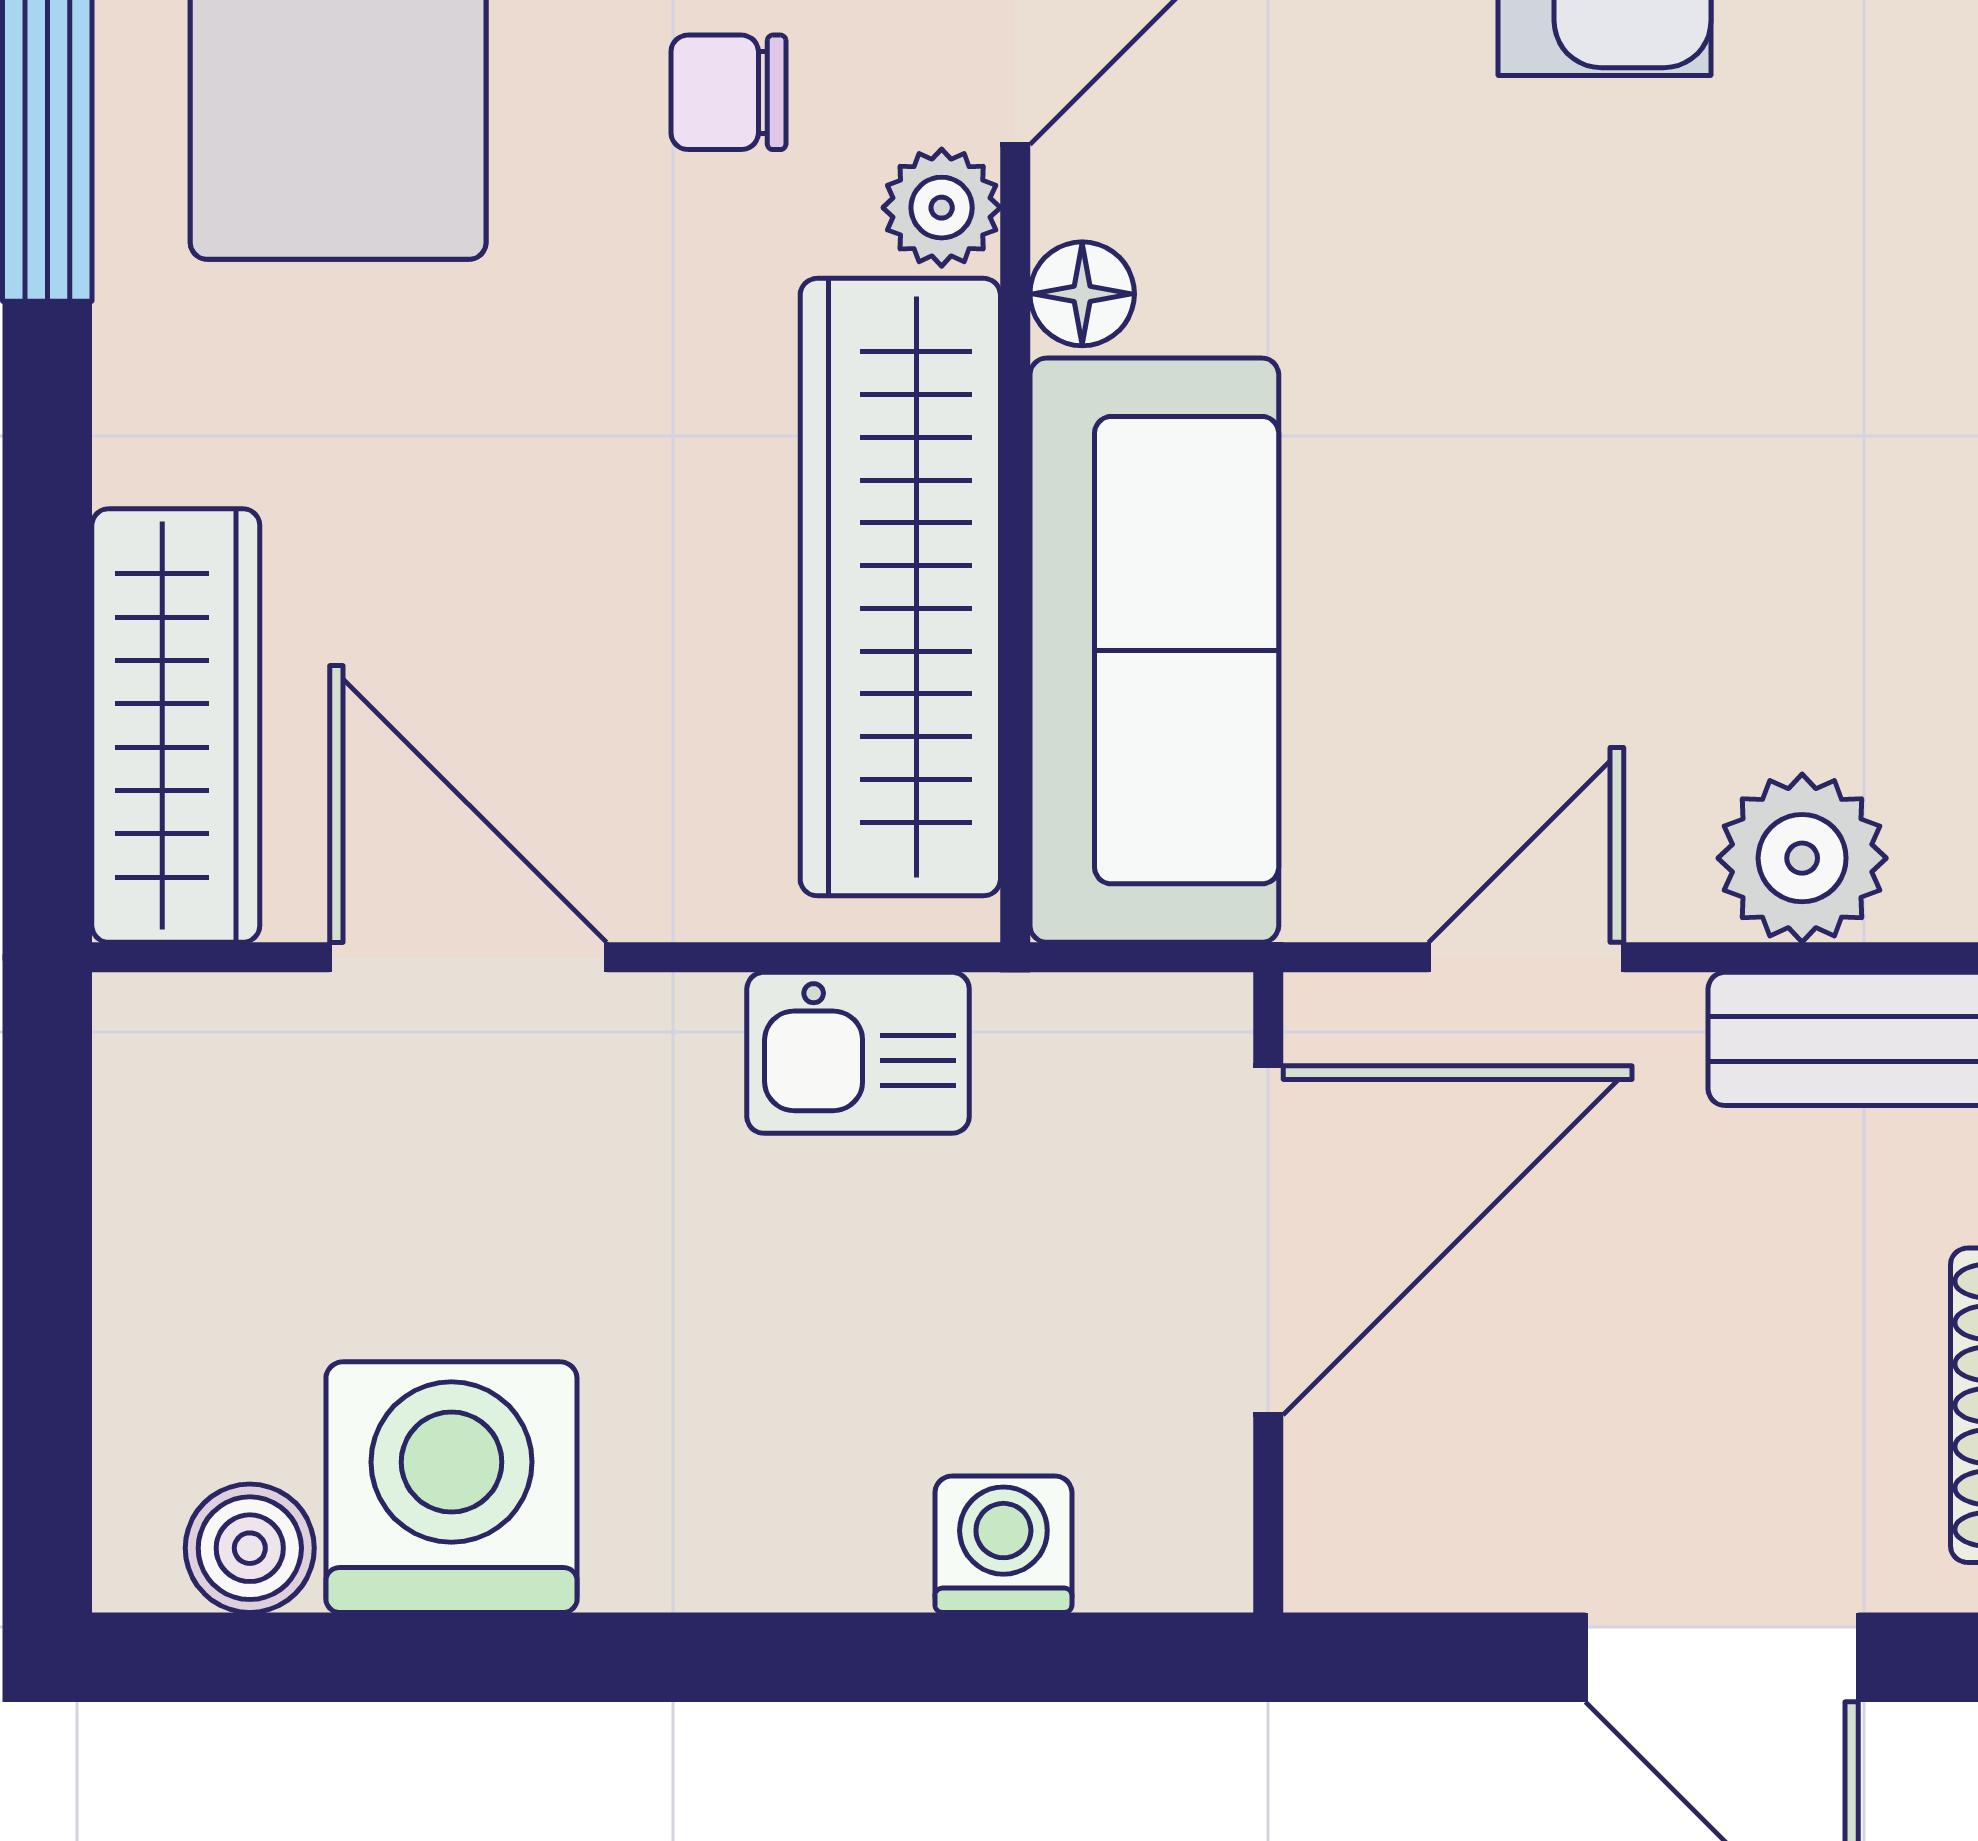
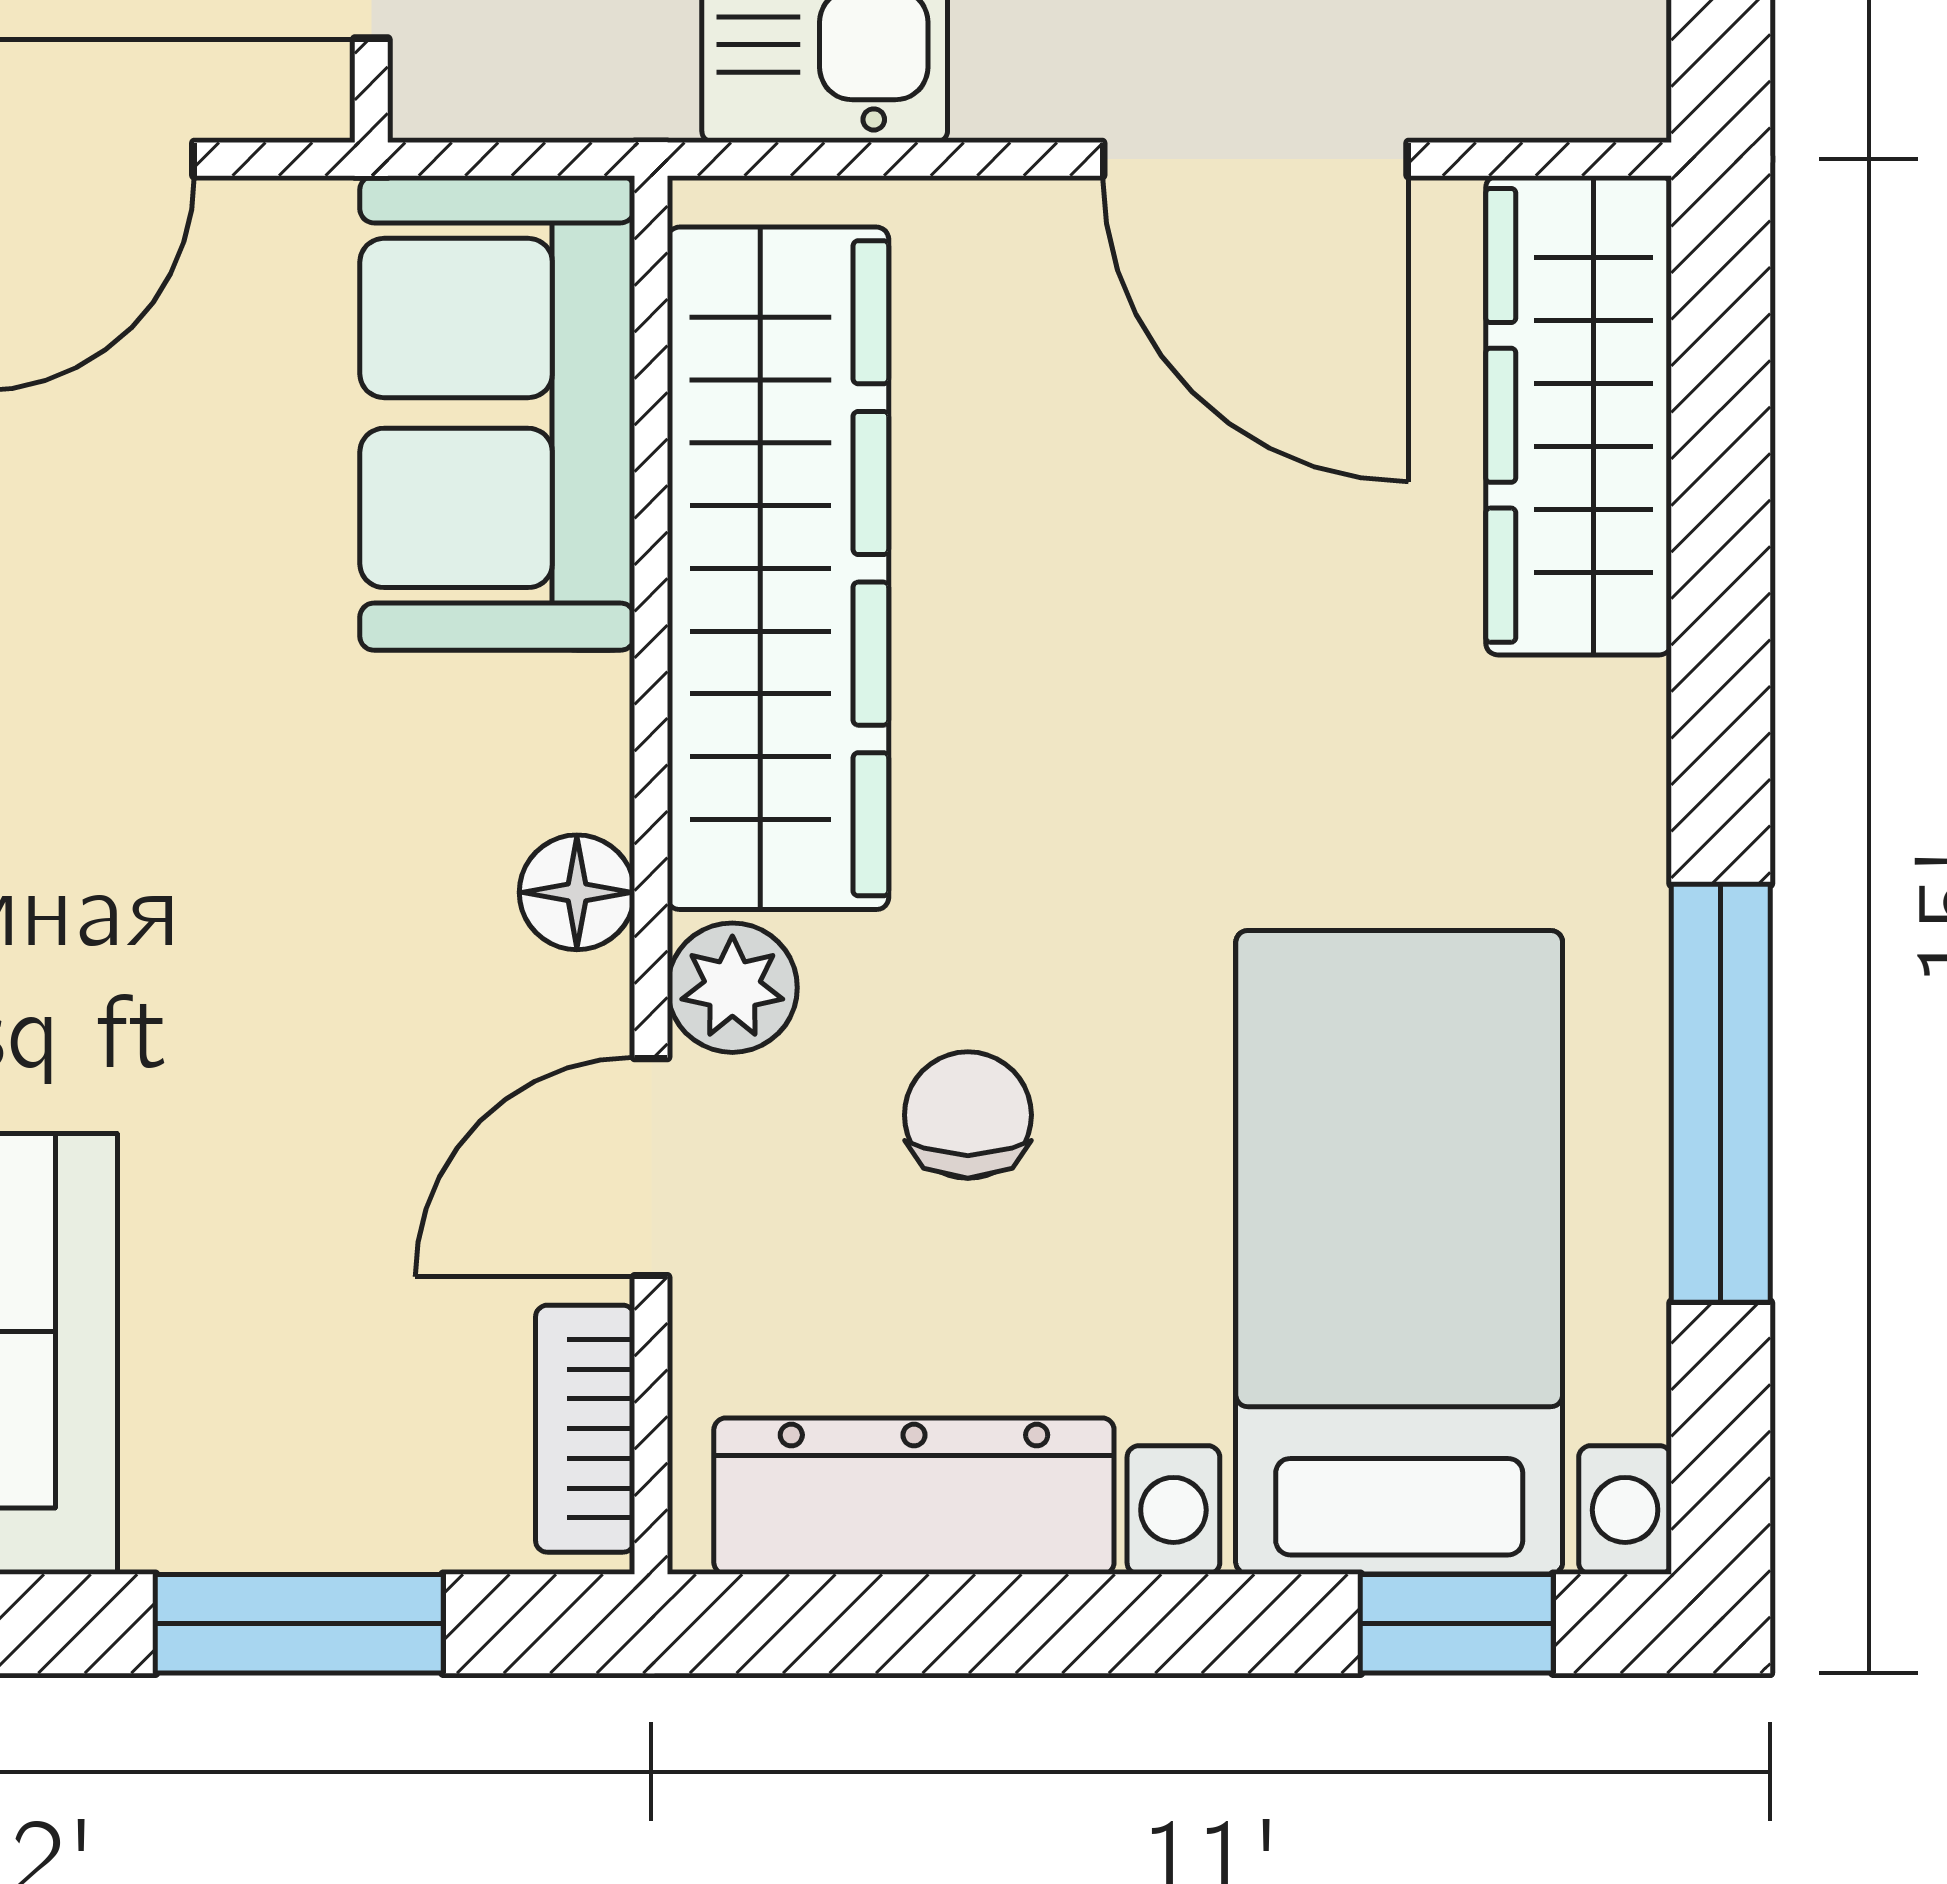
chair: (728, 92) -> (968, 1115), turned -90
sofa: (1154, 650) -> (497, 413), width x0.73

